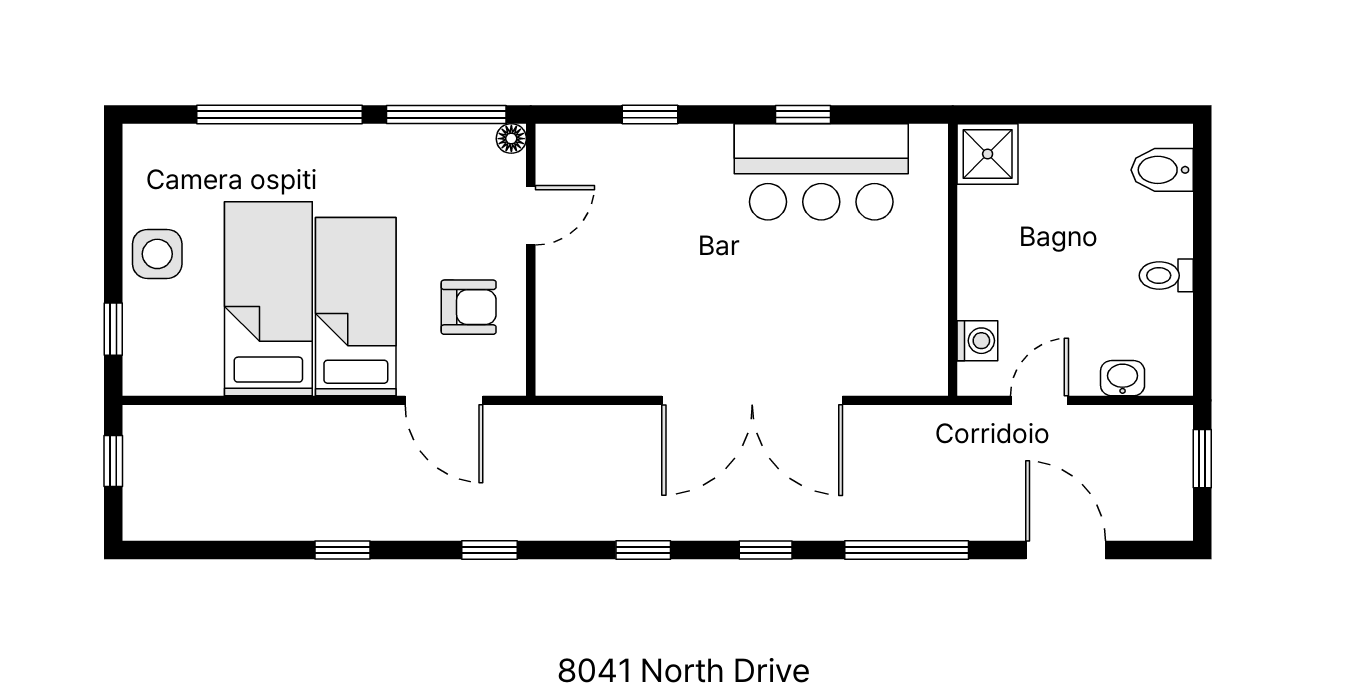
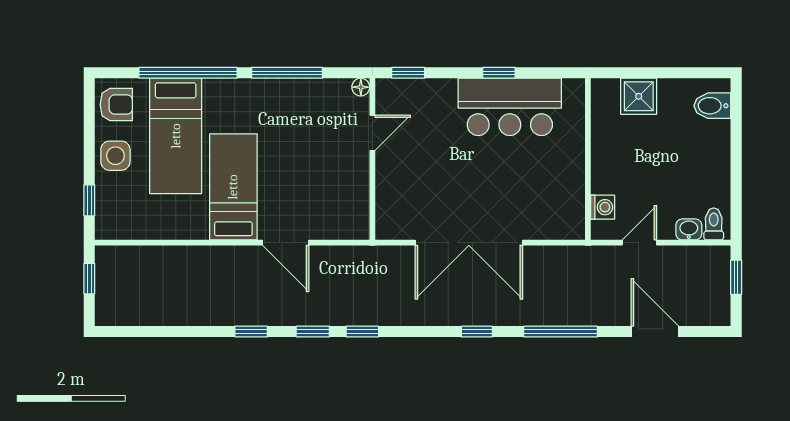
floor lamp: (511, 139) -> (361, 87), moved
shower: (988, 154) -> (639, 96), moved
door: (531, 215) -> (372, 133), moved
wall: (531, 260) -> (372, 159), moved
toilet: (1166, 275) -> (714, 224), moved, turned 90
bed: (268, 299) -> (176, 136), moved, turned 180
armchair: (469, 307) -> (116, 105), moved
window: (342, 550) -> (251, 332), moved
window: (643, 550) -> (362, 332), moved

